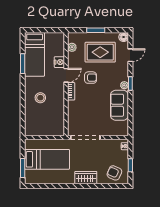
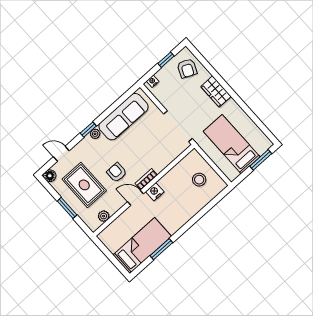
nightstand: (59, 62) -> (155, 192), moved
stool: (40, 98) -> (199, 180), moved
sofa: (119, 105) -> (123, 117), width x1.36

